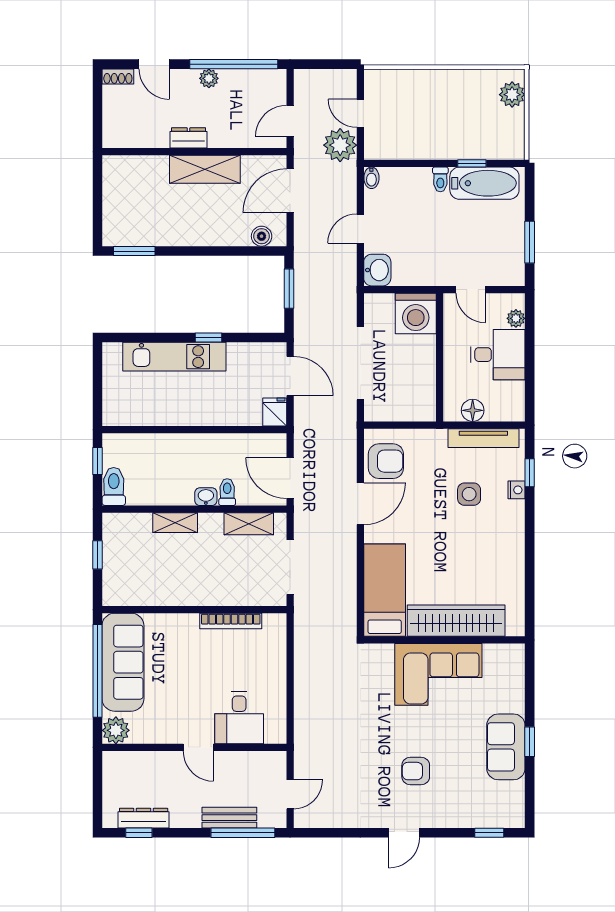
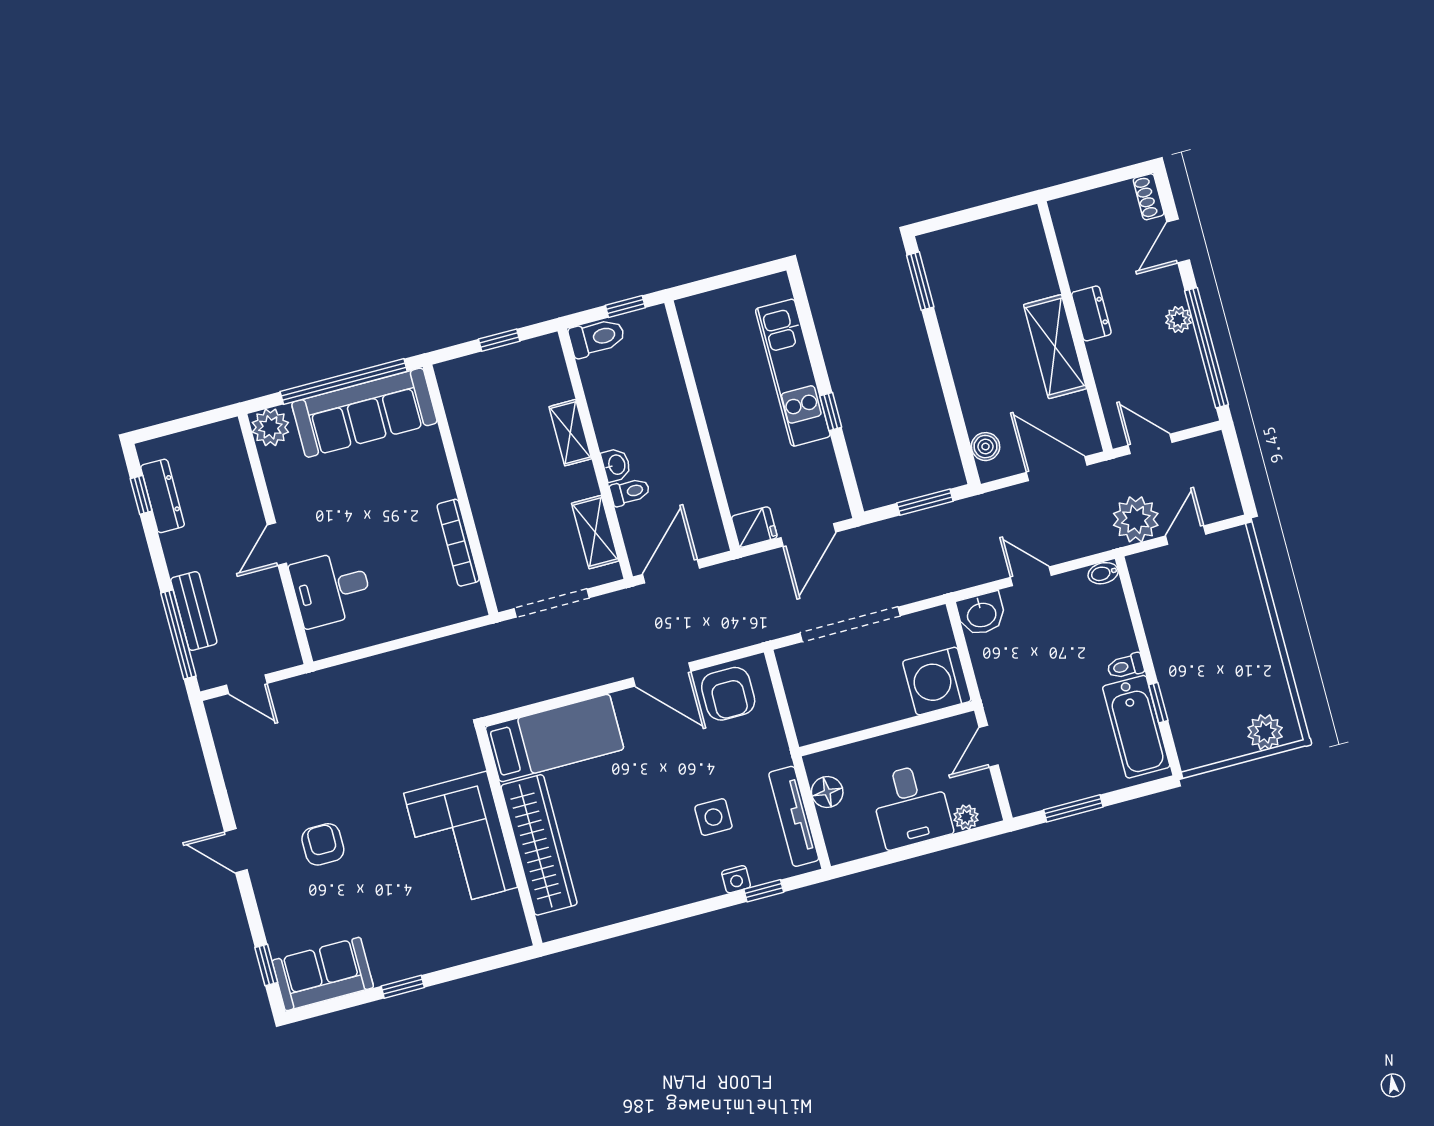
sofa: (506, 747) -> (323, 974), moved

